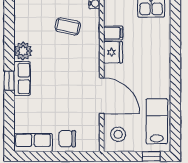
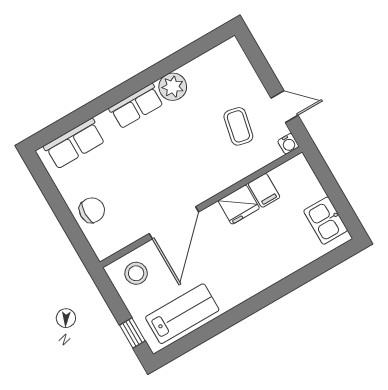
window: (9, 81) -> (124, 91), removed
chair: (67, 139) -> (92, 210), turned 90
row of seats: (33, 143) -> (74, 144), moved, turned 90

